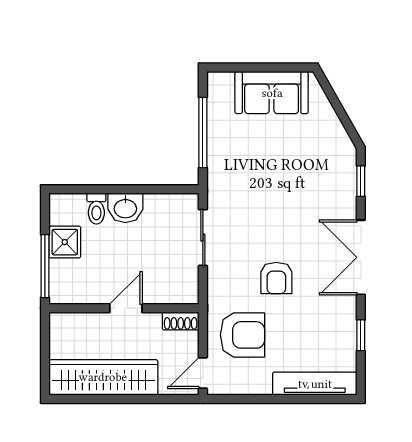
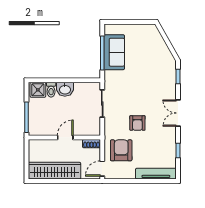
sofa: (272, 93) -> (114, 52), moved, turned -90
shower: (65, 242) -> (38, 90), moved
double door: (361, 257) -> (178, 113), width x0.73
armchair: (242, 335) -> (121, 150), turned -90

